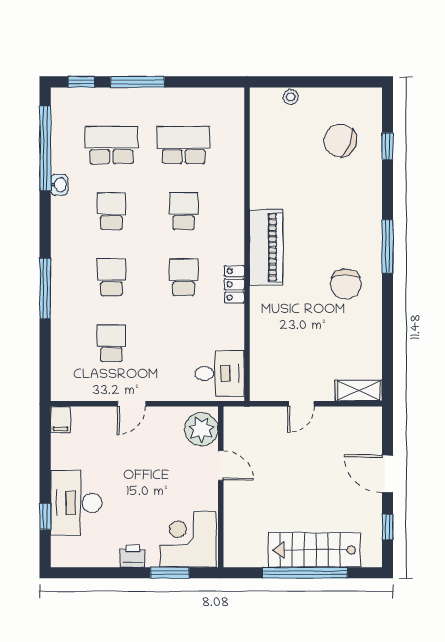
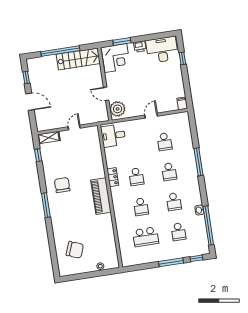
school desk: (111, 145) -> (178, 232), width x0.54
window: (387, 146) -> (38, 155), moved
desk: (76, 503) -> (162, 50), moved, turned -90
stairs: (315, 550) -> (78, 59), moved

